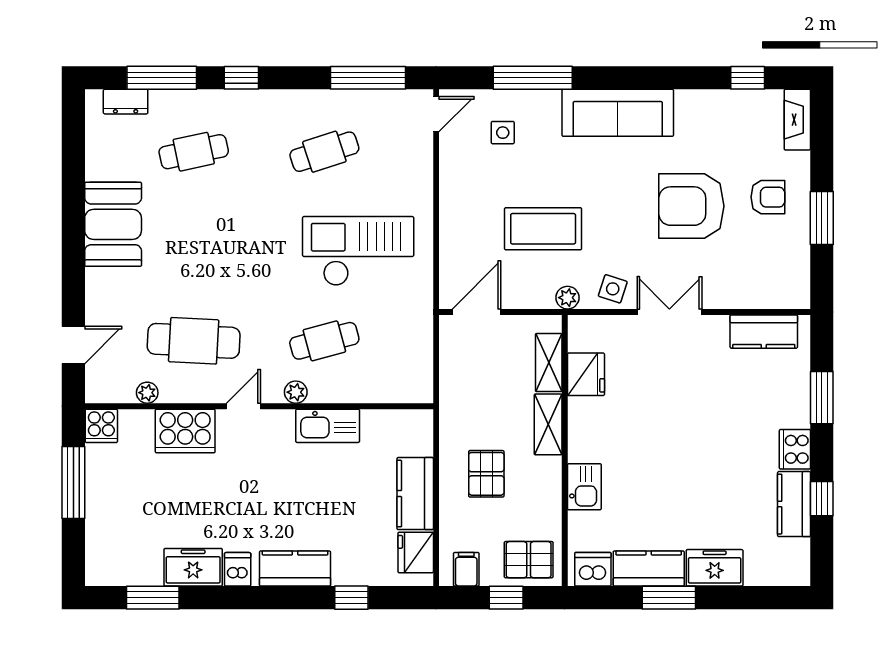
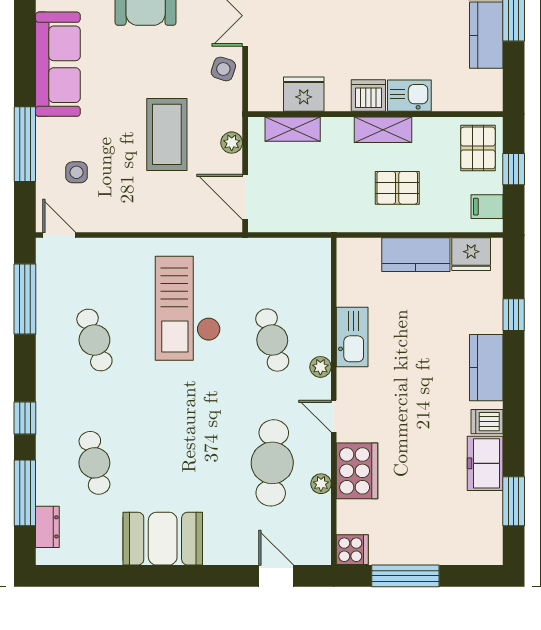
plant: (567, 298) -> (232, 143), moved
plant: (147, 393) -> (321, 484), moved
shelving: (548, 424) -> (383, 130), moved
dishwasher: (593, 569) -> (368, 96), moved, turned 90

